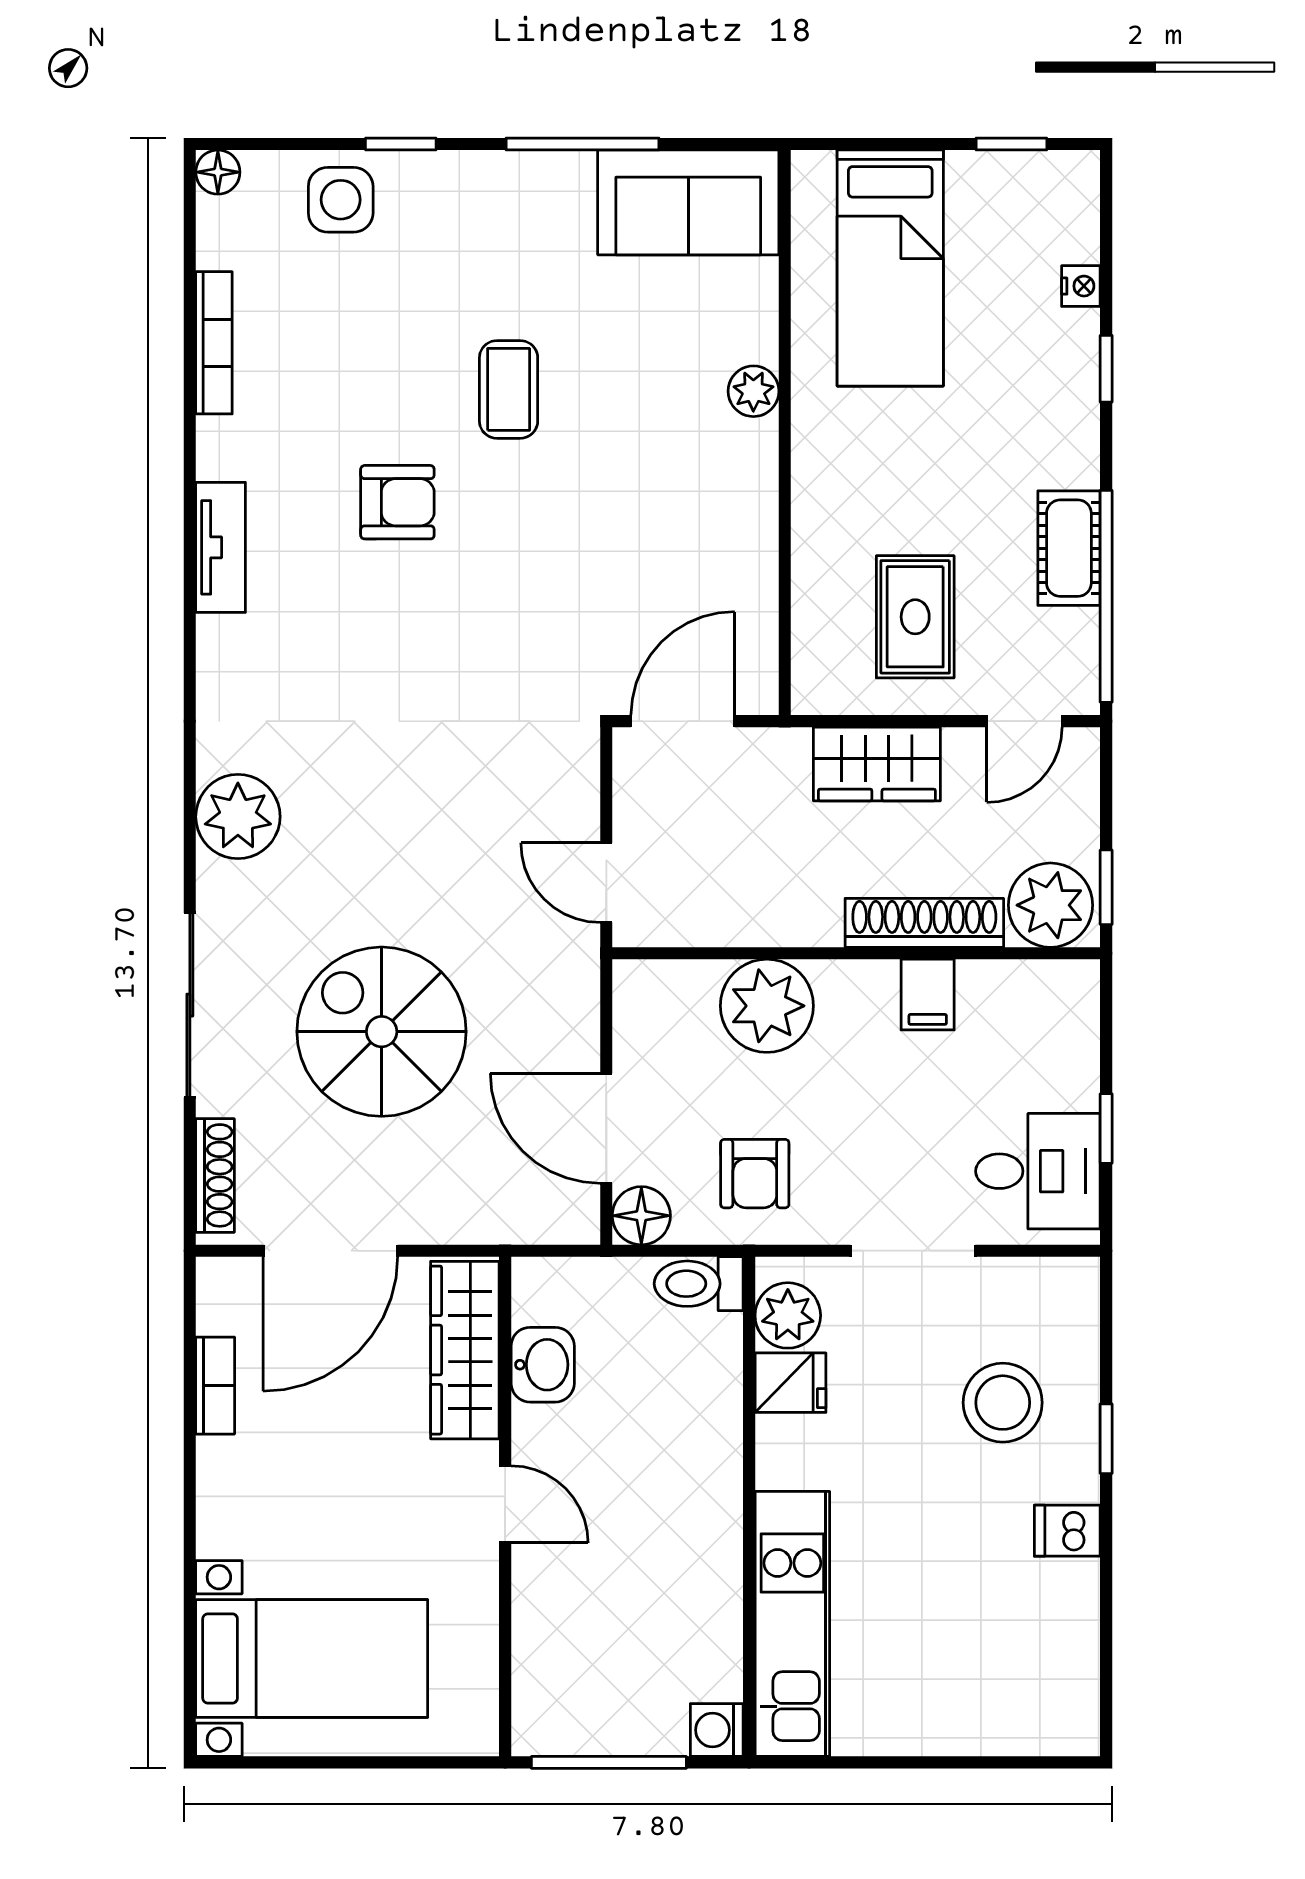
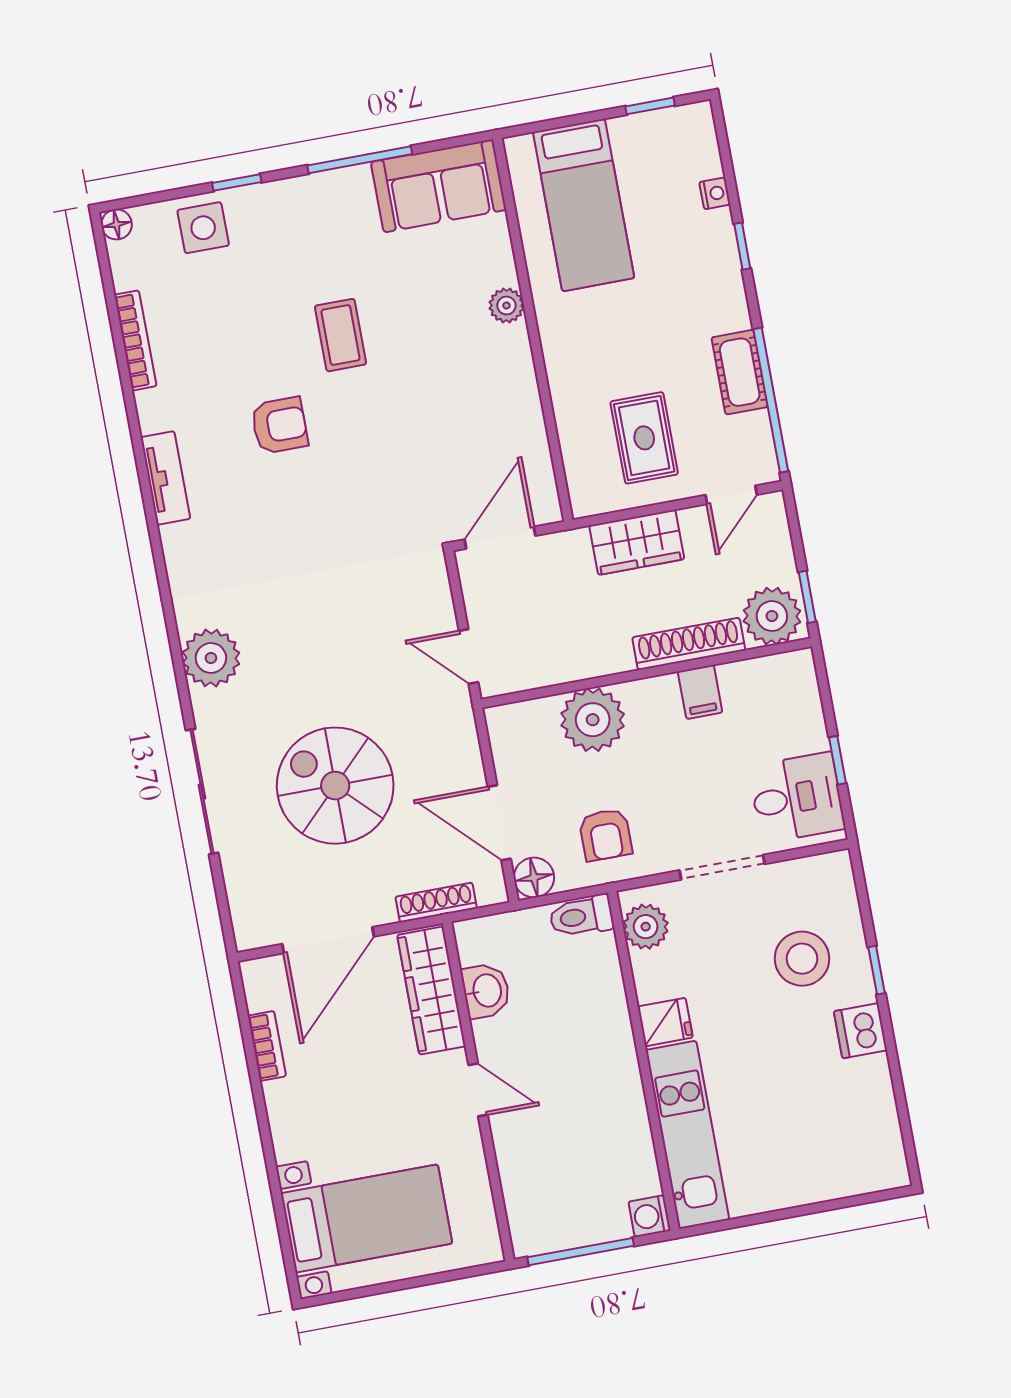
shoe rack: (215, 1175) -> (436, 902), moved, turned -90
fridge: (790, 1383) -> (665, 1022), moved
dishwasher: (1067, 1531) -> (860, 1031), width x1.38

